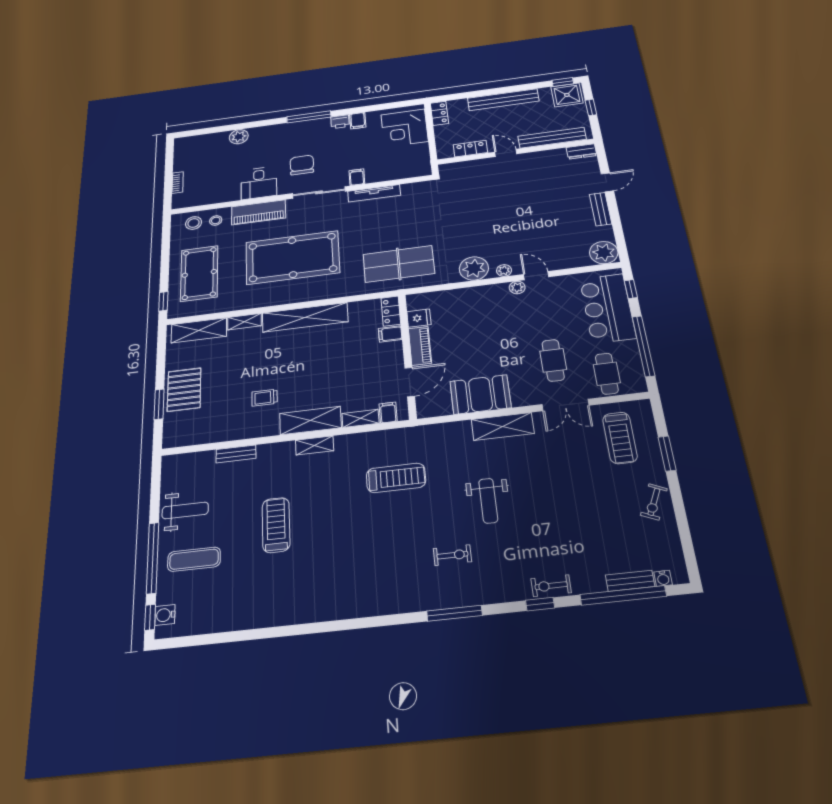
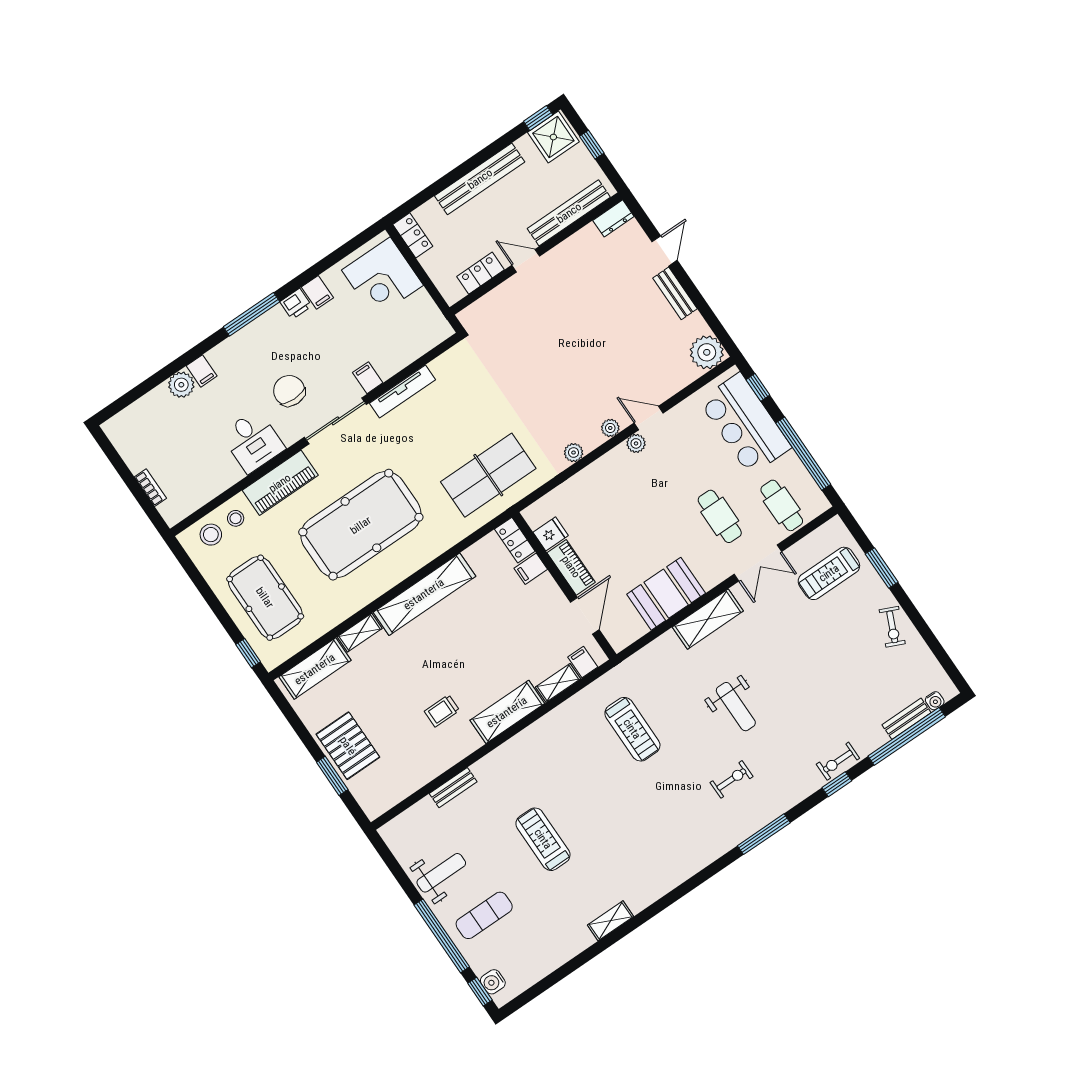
filing cabinet: (256, 134) -> (202, 371), added
plant: (474, 268) -> (574, 453), width x0.53, depth x0.53
treadmill: (620, 438) -> (829, 573), turned 90
shelving: (315, 445) -> (610, 921), moved
treadmill: (396, 478) -> (632, 729), turned 90

